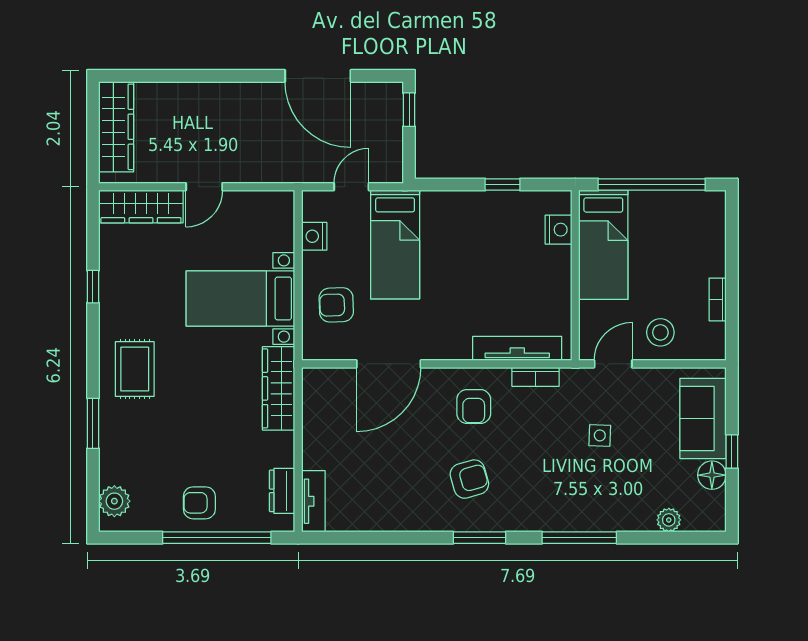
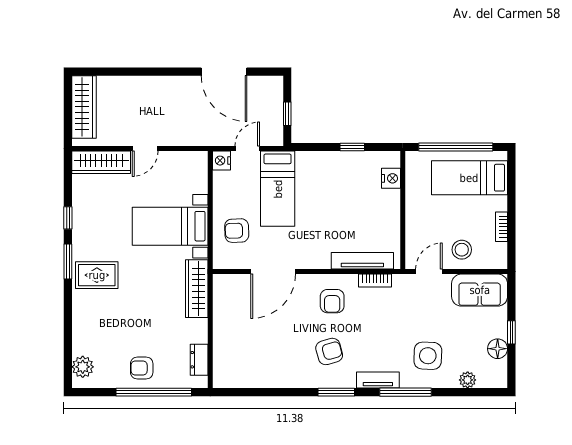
window: (409, 110) -> (287, 114), moved
nightstand: (314, 236) -> (221, 161), moved
bed: (603, 245) -> (469, 178), moved, turned 90
rug: (135, 369) -> (97, 275), turned 90
sofa: (703, 418) -> (480, 290), moved, turned -90
window: (93, 423) -> (68, 261), moved
side table: (600, 435) -> (428, 356), moved, width x1.87, depth x1.87
tv unit: (313, 501) -> (378, 380), moved, turned -90

